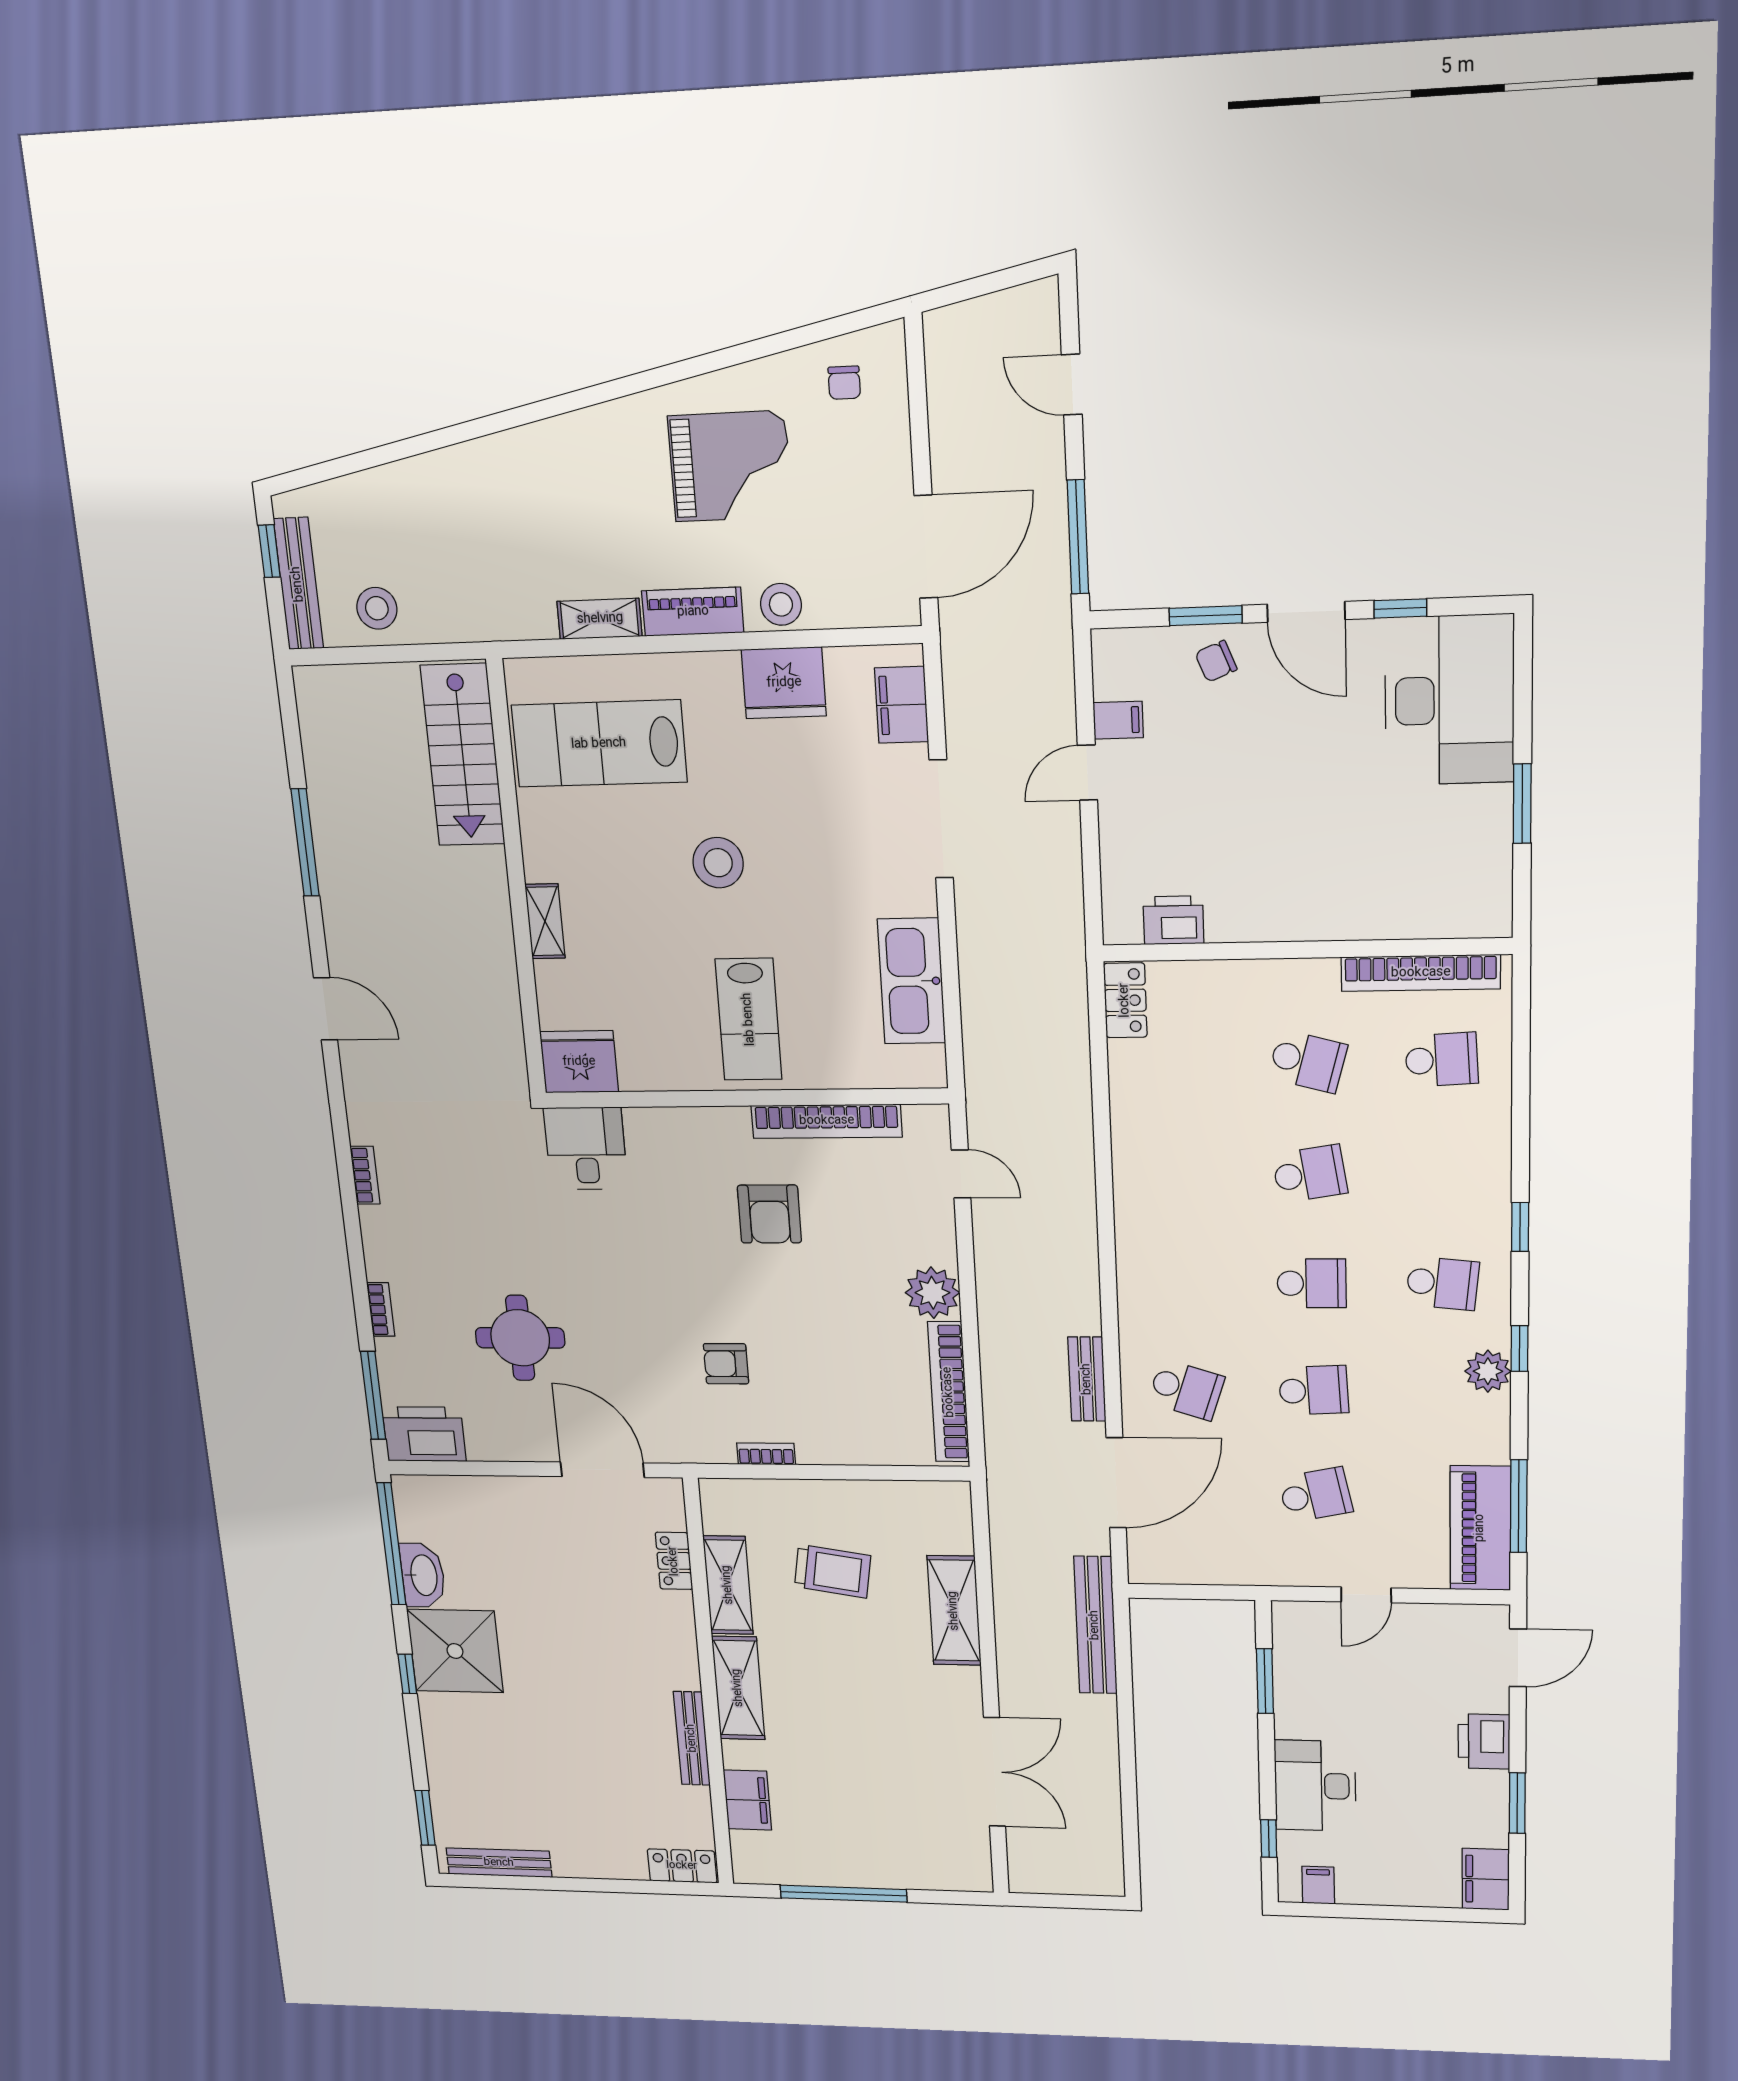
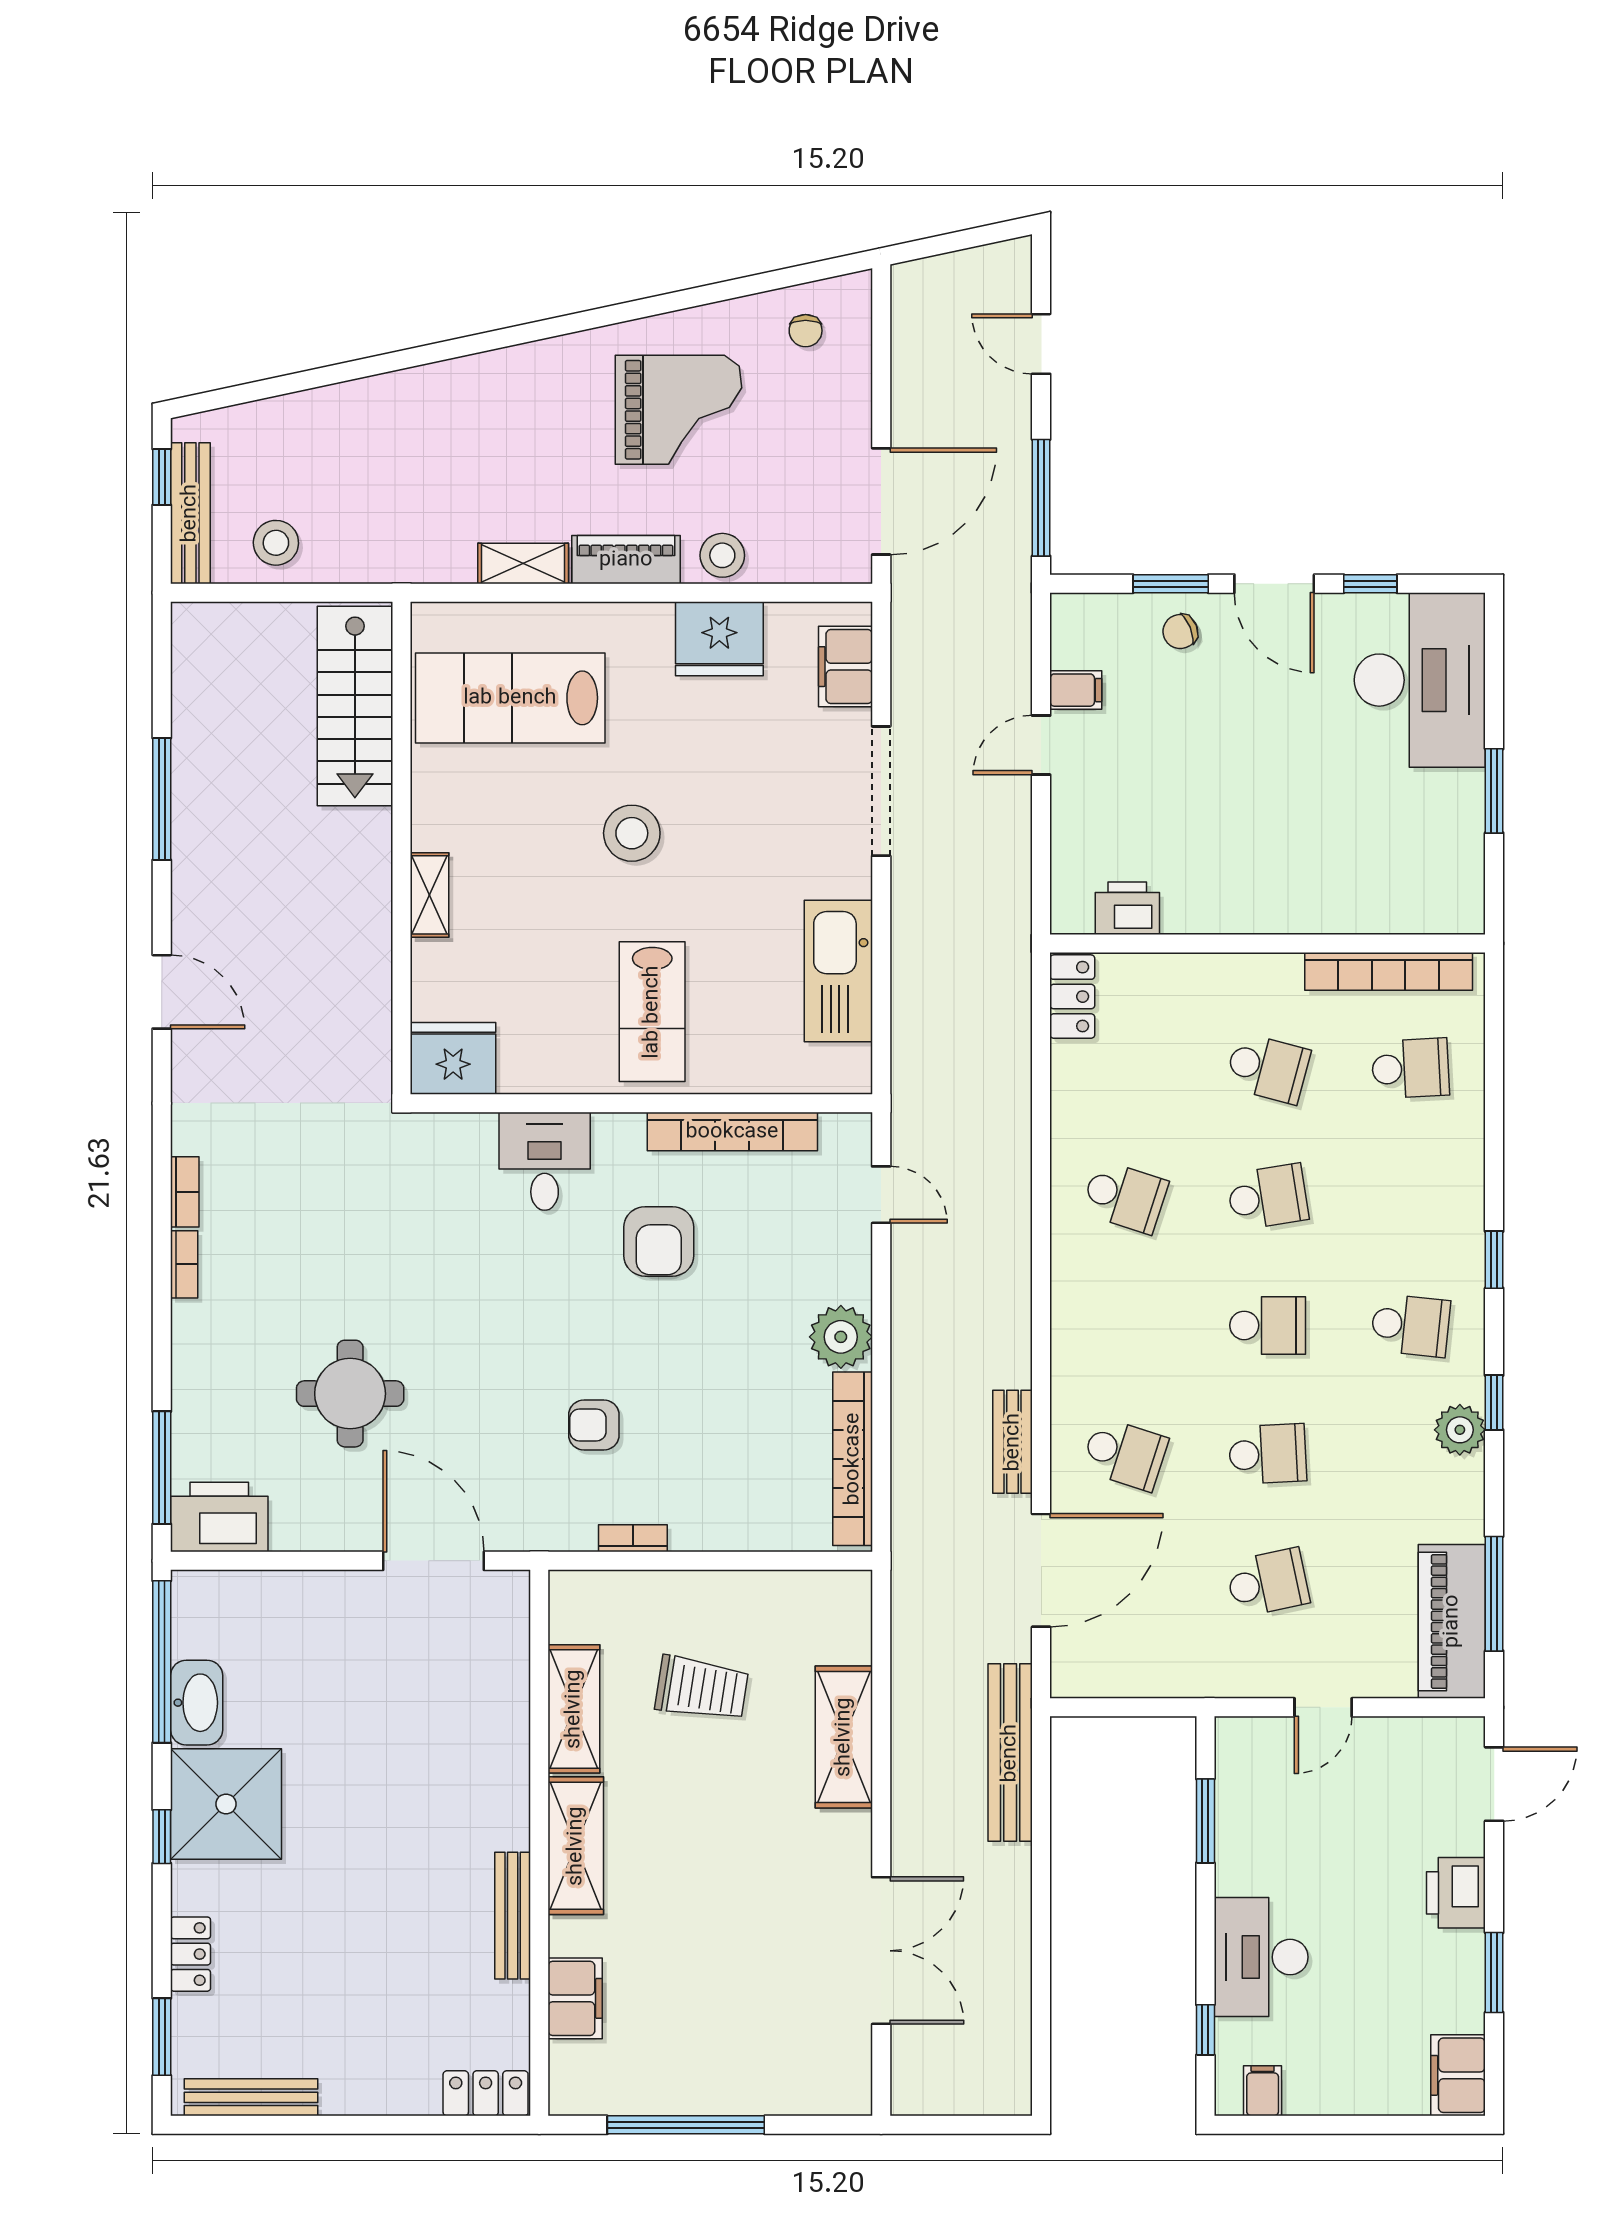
desk: (586, 1148) -> (545, 1161), moved
school desk: (1179, 1174) -> (1125, 1197), added
bookcase: (381, 1310) -> (184, 1264), moved
locker: (674, 1561) -> (191, 1954), moved, turned 180

